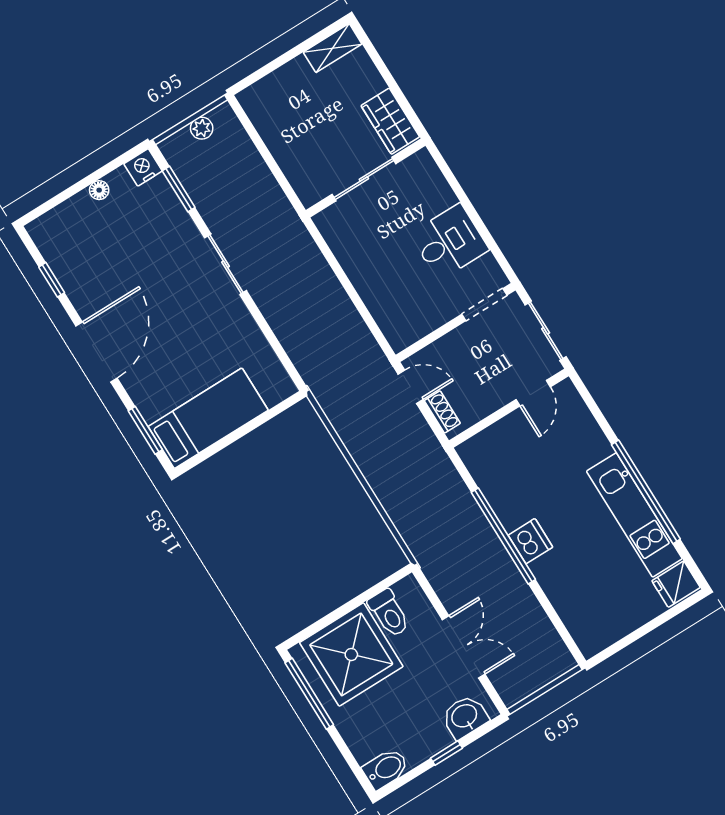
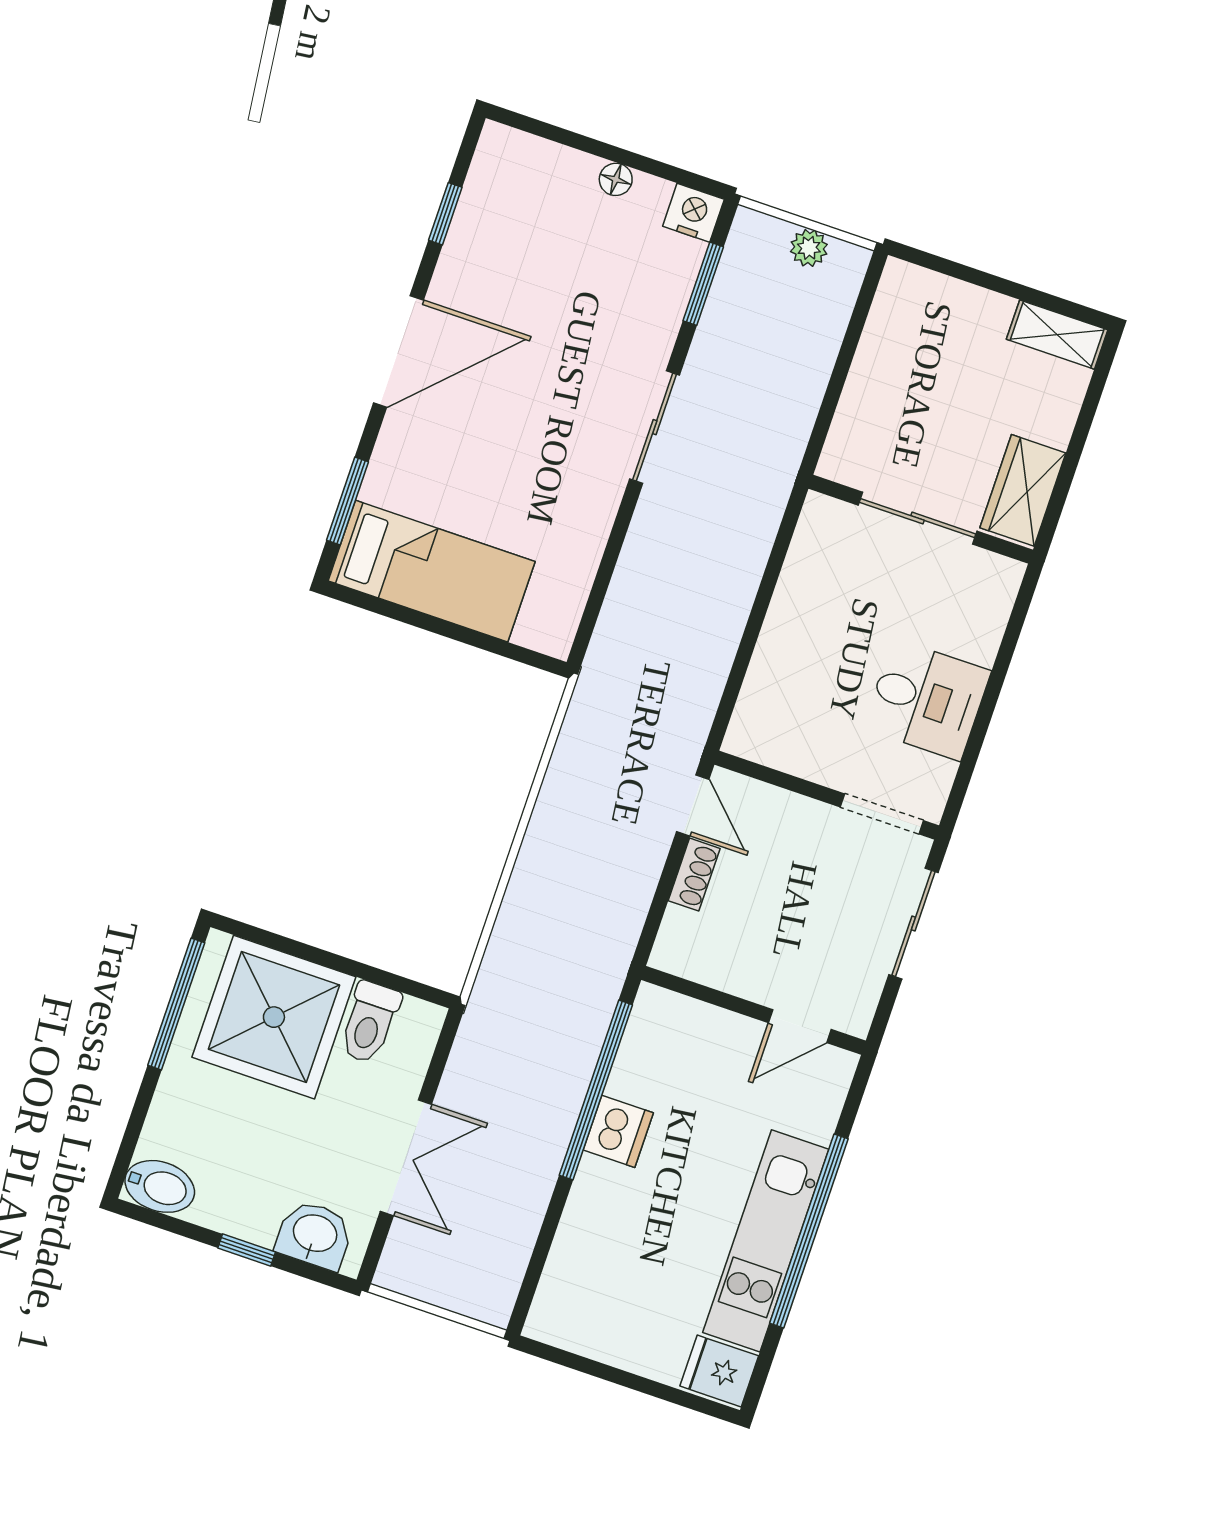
door: (533, 393) -> (800, 1026), moved
wall: (509, 408) -> (754, 1010), moved

